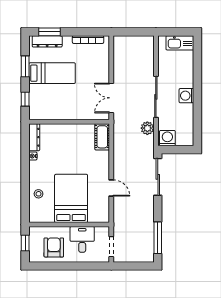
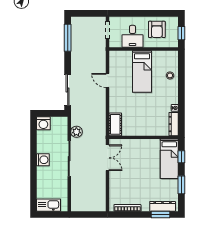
bed: (52, 73) -> (169, 159), moved, turned -90
washing machine: (167, 138) -> (43, 123), moved
bed: (71, 198) -> (142, 71), width x0.67

